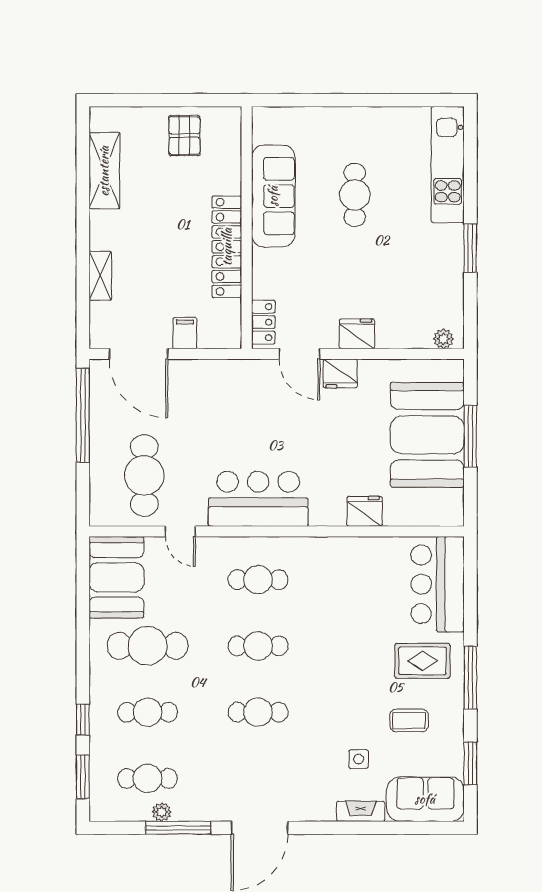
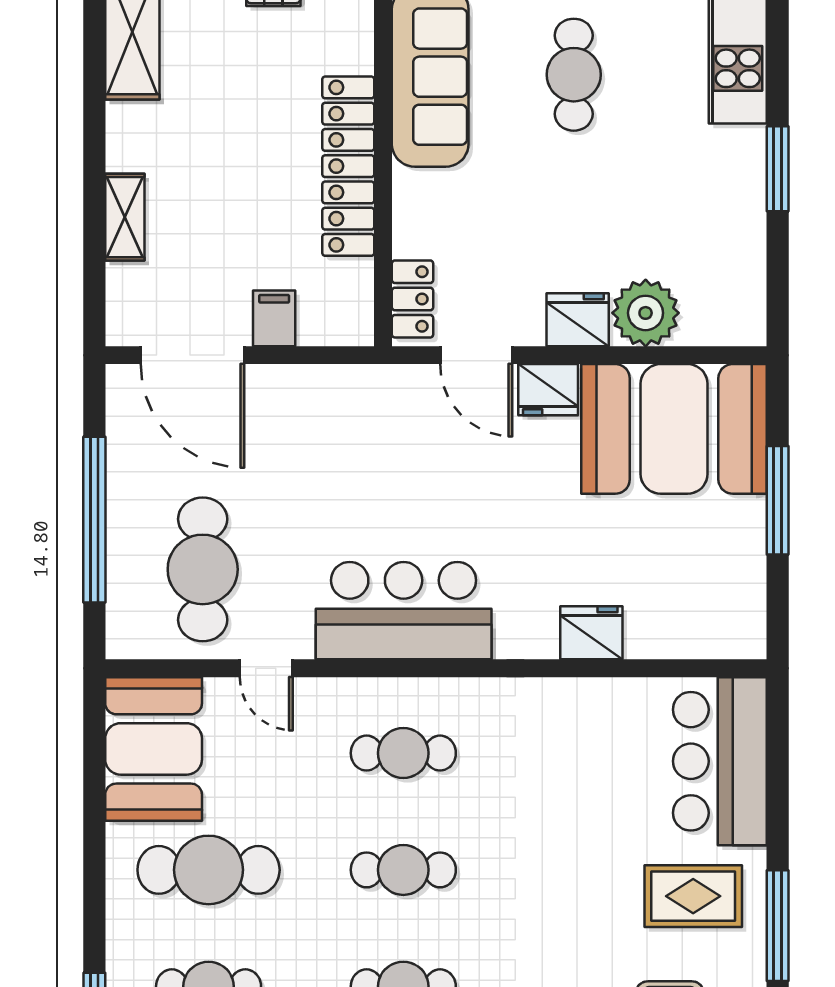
plant: (443, 339) -> (646, 313), moved, width x1.87, depth x1.87
window: (83, 415) -> (94, 520), moved
booth: (427, 435) -> (674, 429), moved, turned 90

